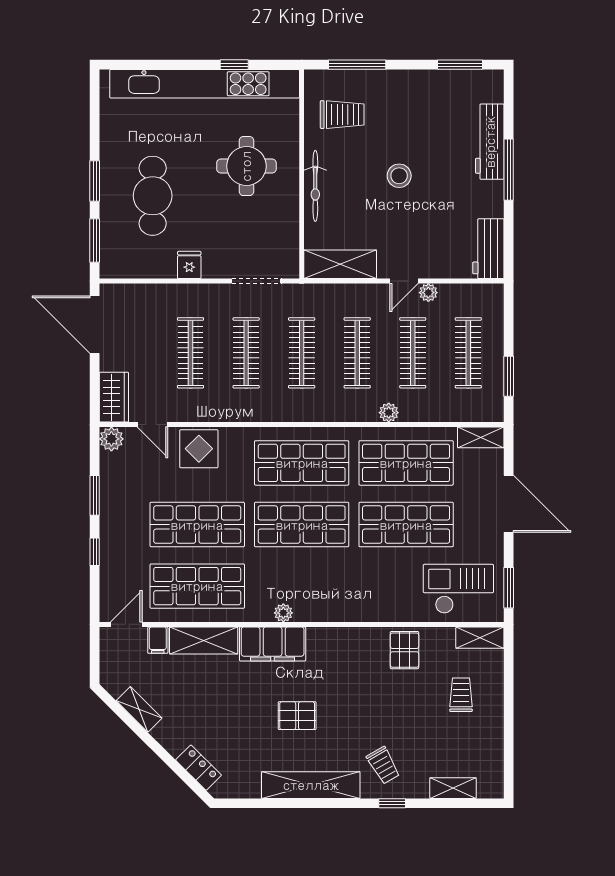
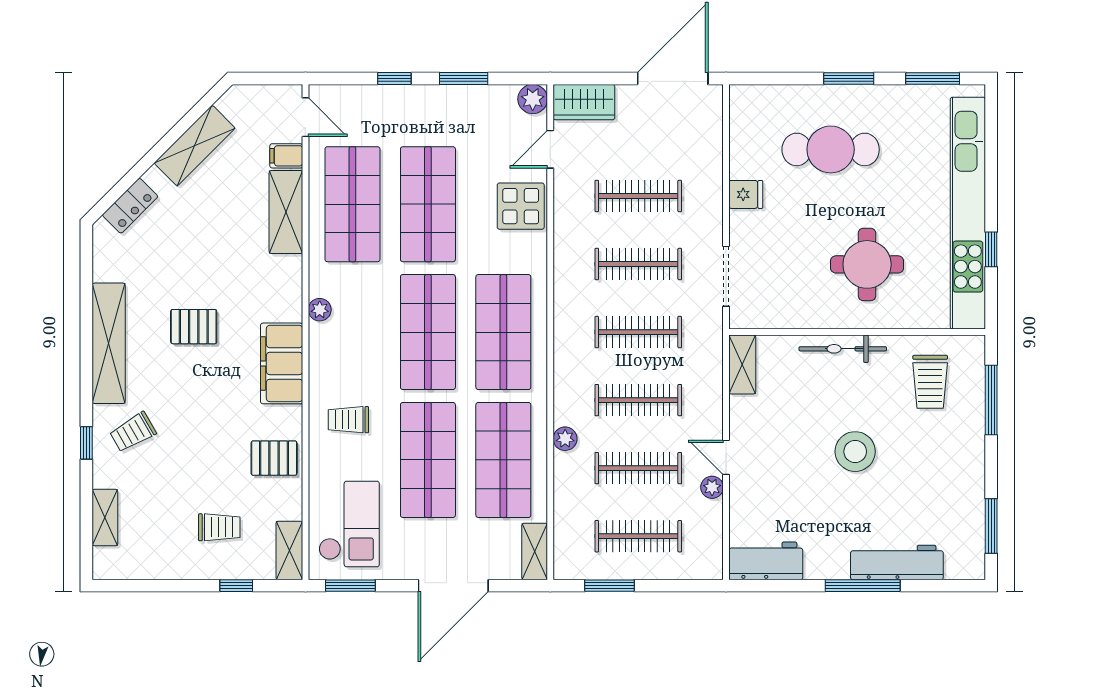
stool: (399, 176) -> (855, 452), width x1.38, depth x1.38
window: (95, 241) -> (933, 79), moved
shelving: (340, 264) -> (742, 365), width x0.67, depth x0.75
trolley: (373, 589) -> (348, 420), added
filing cabinet: (273, 644) -> (282, 363), moved
window: (509, 681) -> (236, 586), added
shelving: (139, 709) -> (195, 146), width x1.50, depth x1.33
pallet: (297, 716) -> (194, 327), turned 90

